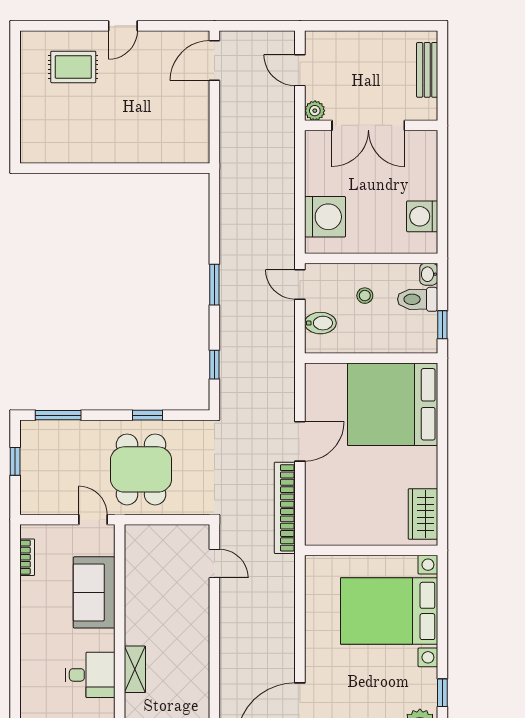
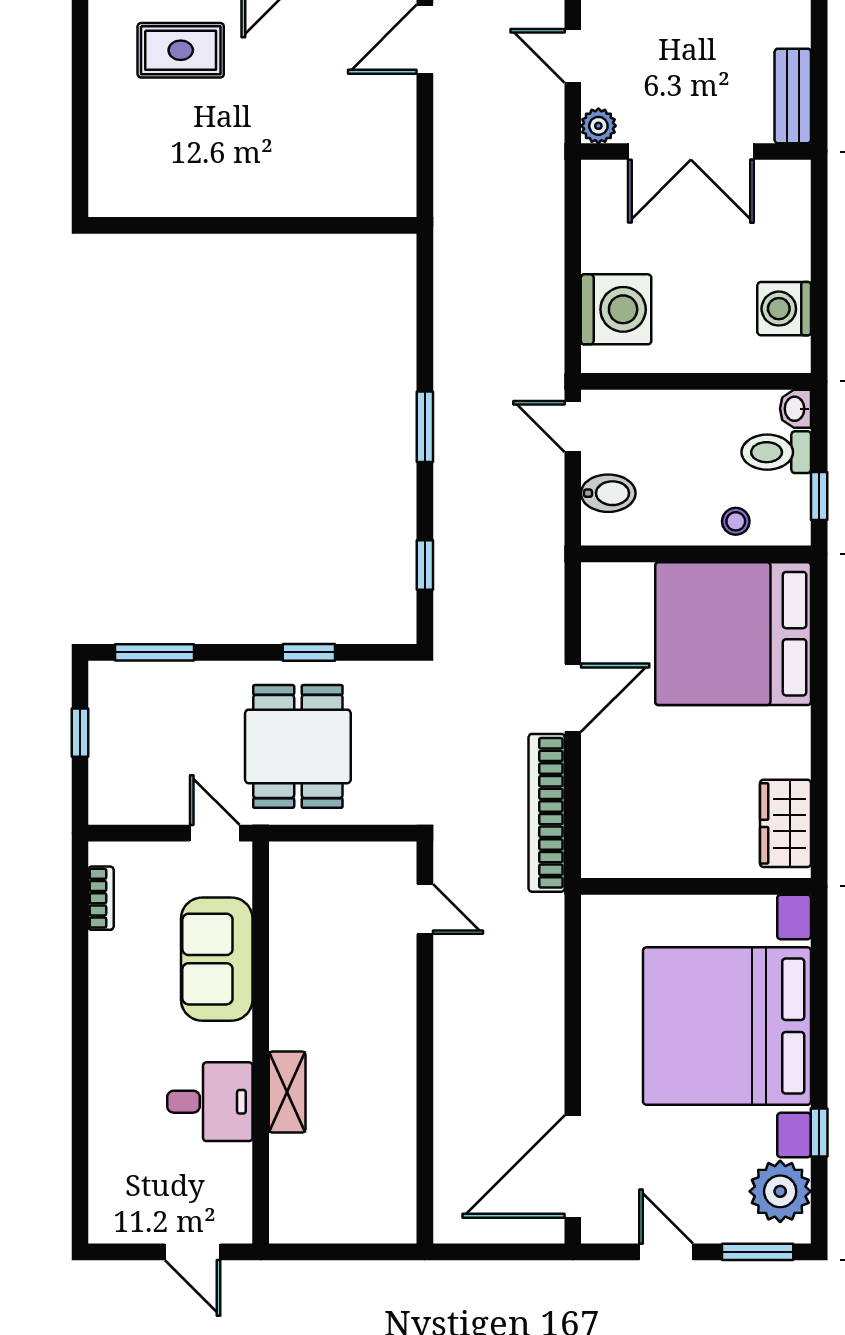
bench: (427, 70) -> (793, 96), moved
stool: (365, 296) -> (736, 521), moved
bed with nightstands: (389, 611) -> (727, 1026), width x1.36

